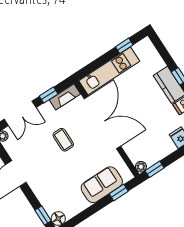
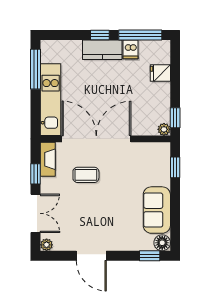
window: (124, 46) -> (36, 69), width x2.17
coffee table: (63, 140) -> (86, 175), moved
sofa: (102, 185) -> (157, 210), moved

